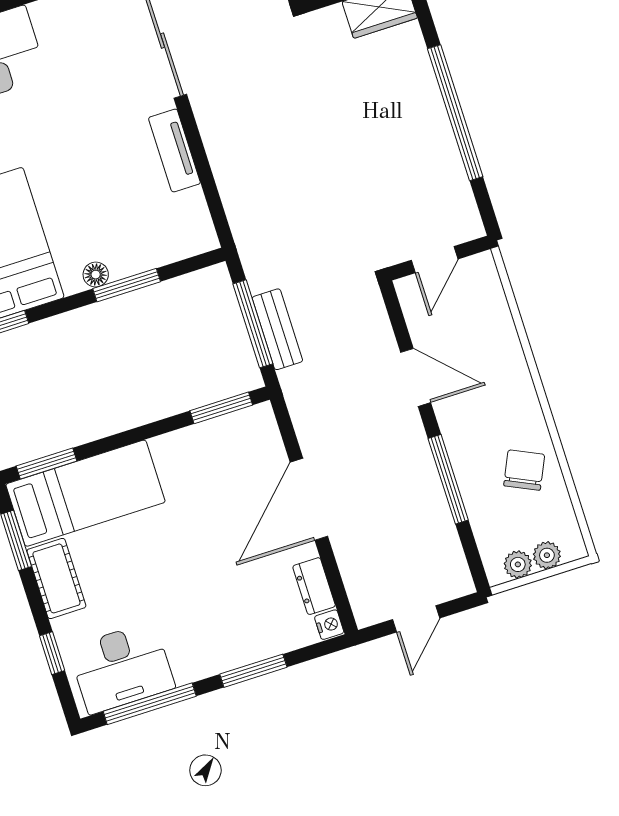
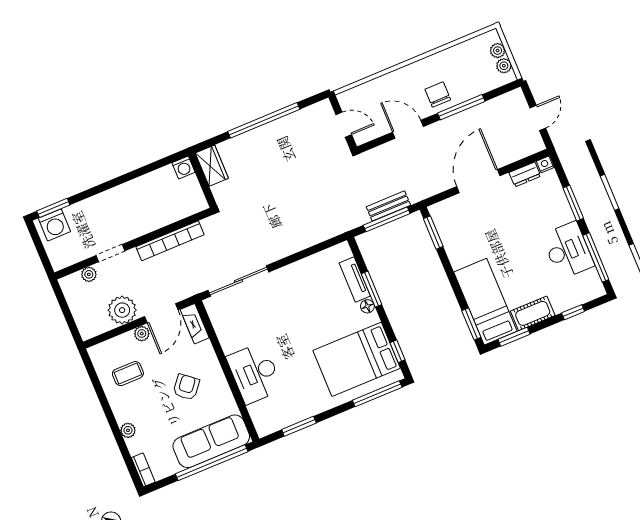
tv unit: (174, 150) -> (355, 279), moved, turned 90
door: (416, 377) -> (408, 129), hinge flipped
chair: (524, 470) -> (438, 94), moved, turned 65
door: (309, 499) -> (478, 181), swing flipped
door: (416, 619) -> (538, 118), hinge flipped
desk: (122, 668) -> (568, 250), moved

